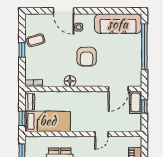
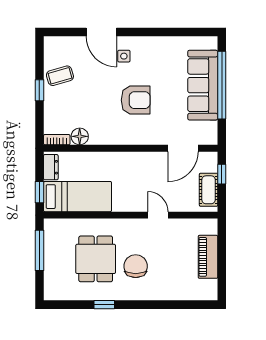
sofa: (118, 24) -> (203, 85), moved, turned 90
armchair: (87, 57) -> (136, 100), turned -90
floor lamp: (70, 81) -> (80, 136), moved
cot: (136, 102) -> (209, 190), moved
door: (102, 134) -> (158, 215), swing flipped

